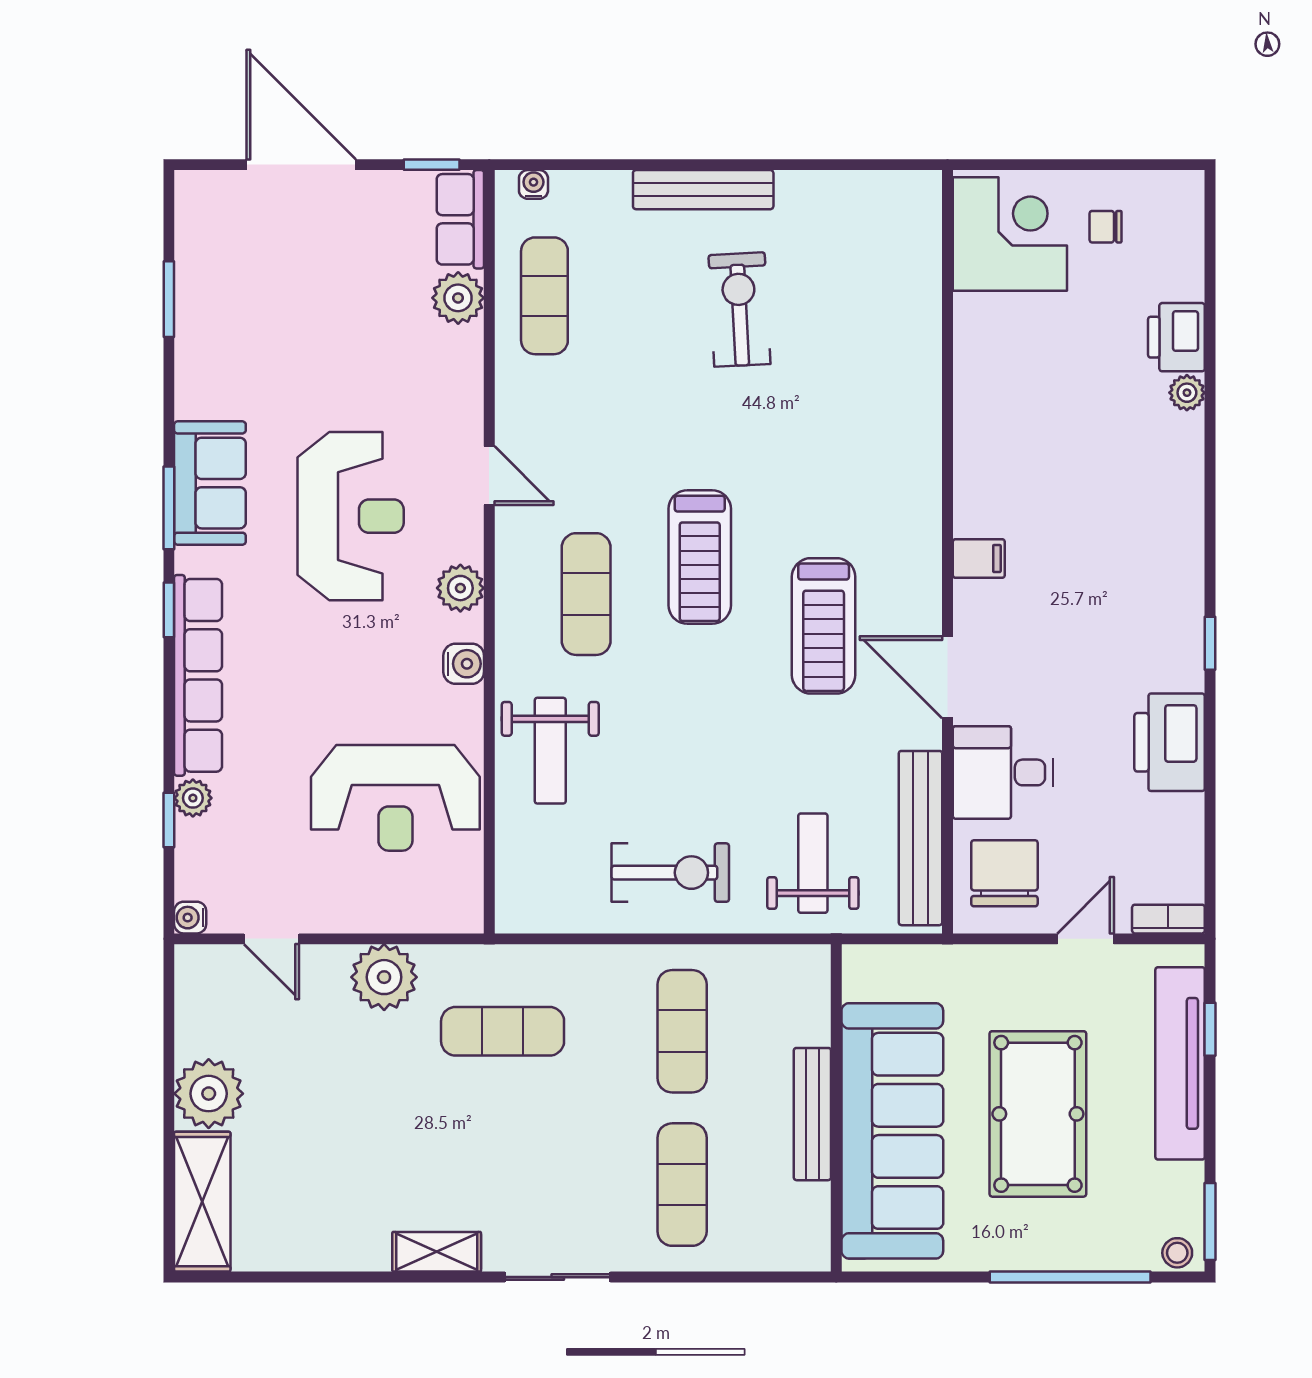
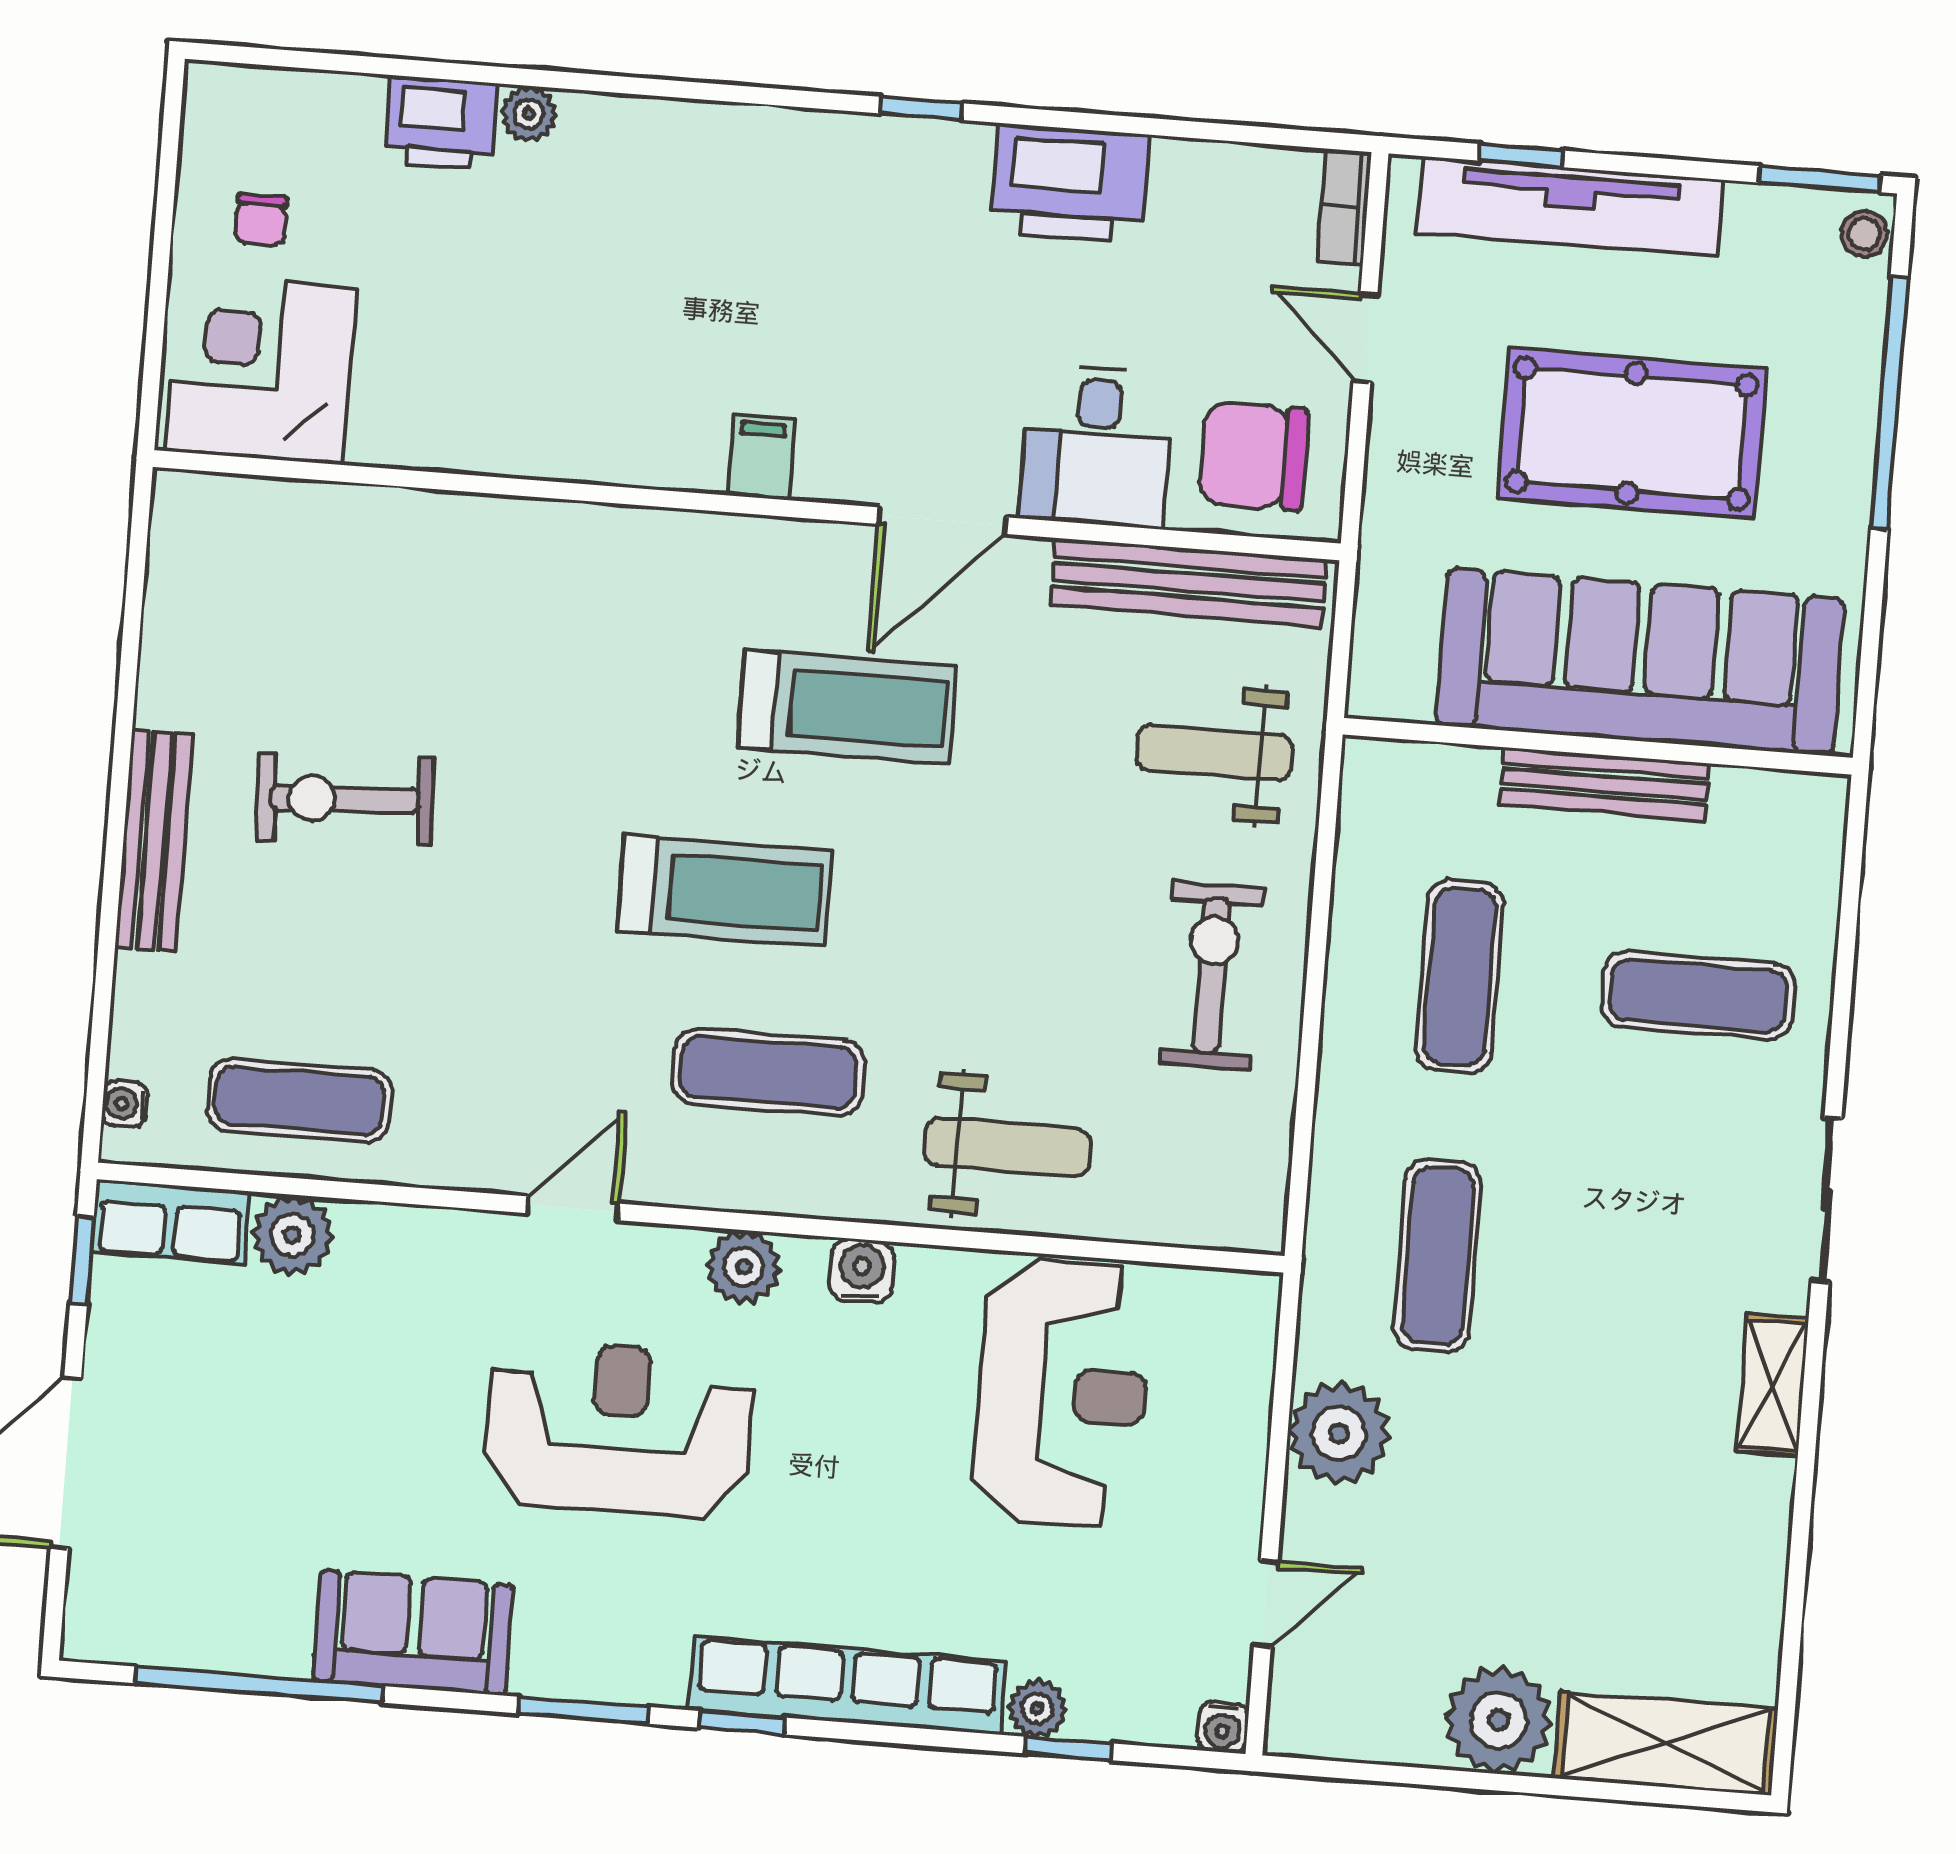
window: (169, 299) -> (259, 1685), width x2.11
sofa: (210, 483) -> (413, 1633), moved
exercise mat: (682, 1031) -> (1460, 976), turned 90

